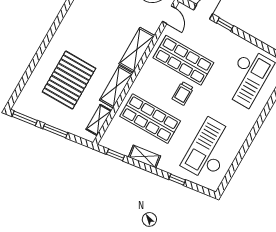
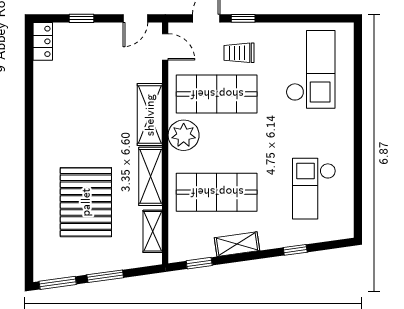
plant: (150, 74) -> (184, 135), added
trolley: (183, 93) -> (239, 53), moved, turned 90
checkout: (209, 150) -> (314, 189), width x0.73, depth x0.83

